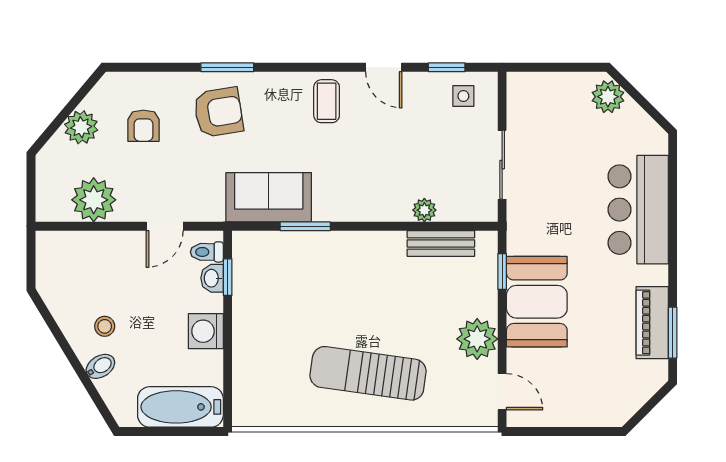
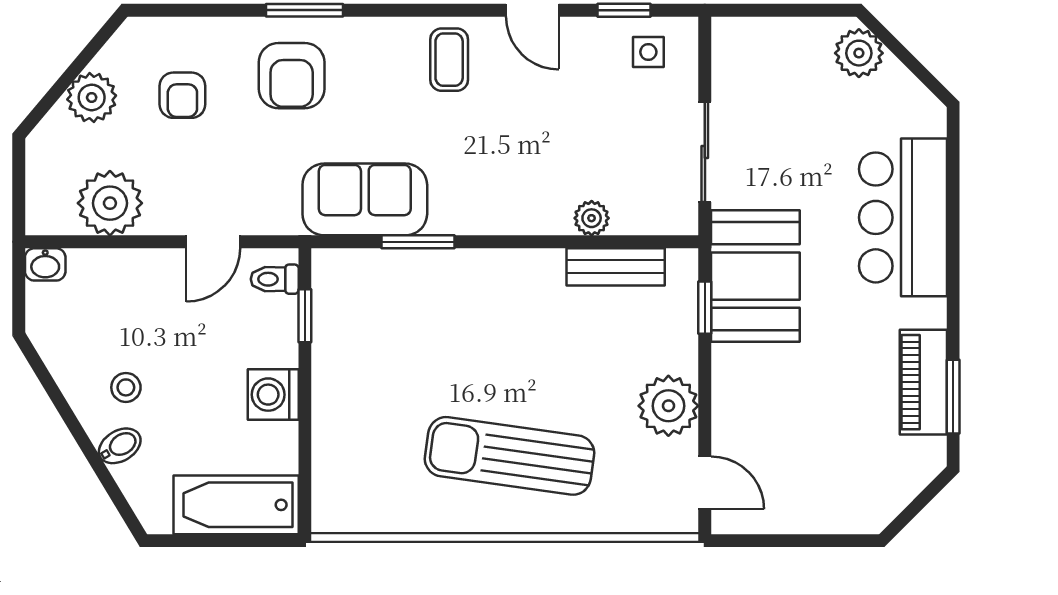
armchair: (218, 112) -> (292, 76), turned 99
washbasin: (212, 278) -> (45, 264), moved, turned -90
booth: (537, 302) -> (755, 276), moved

